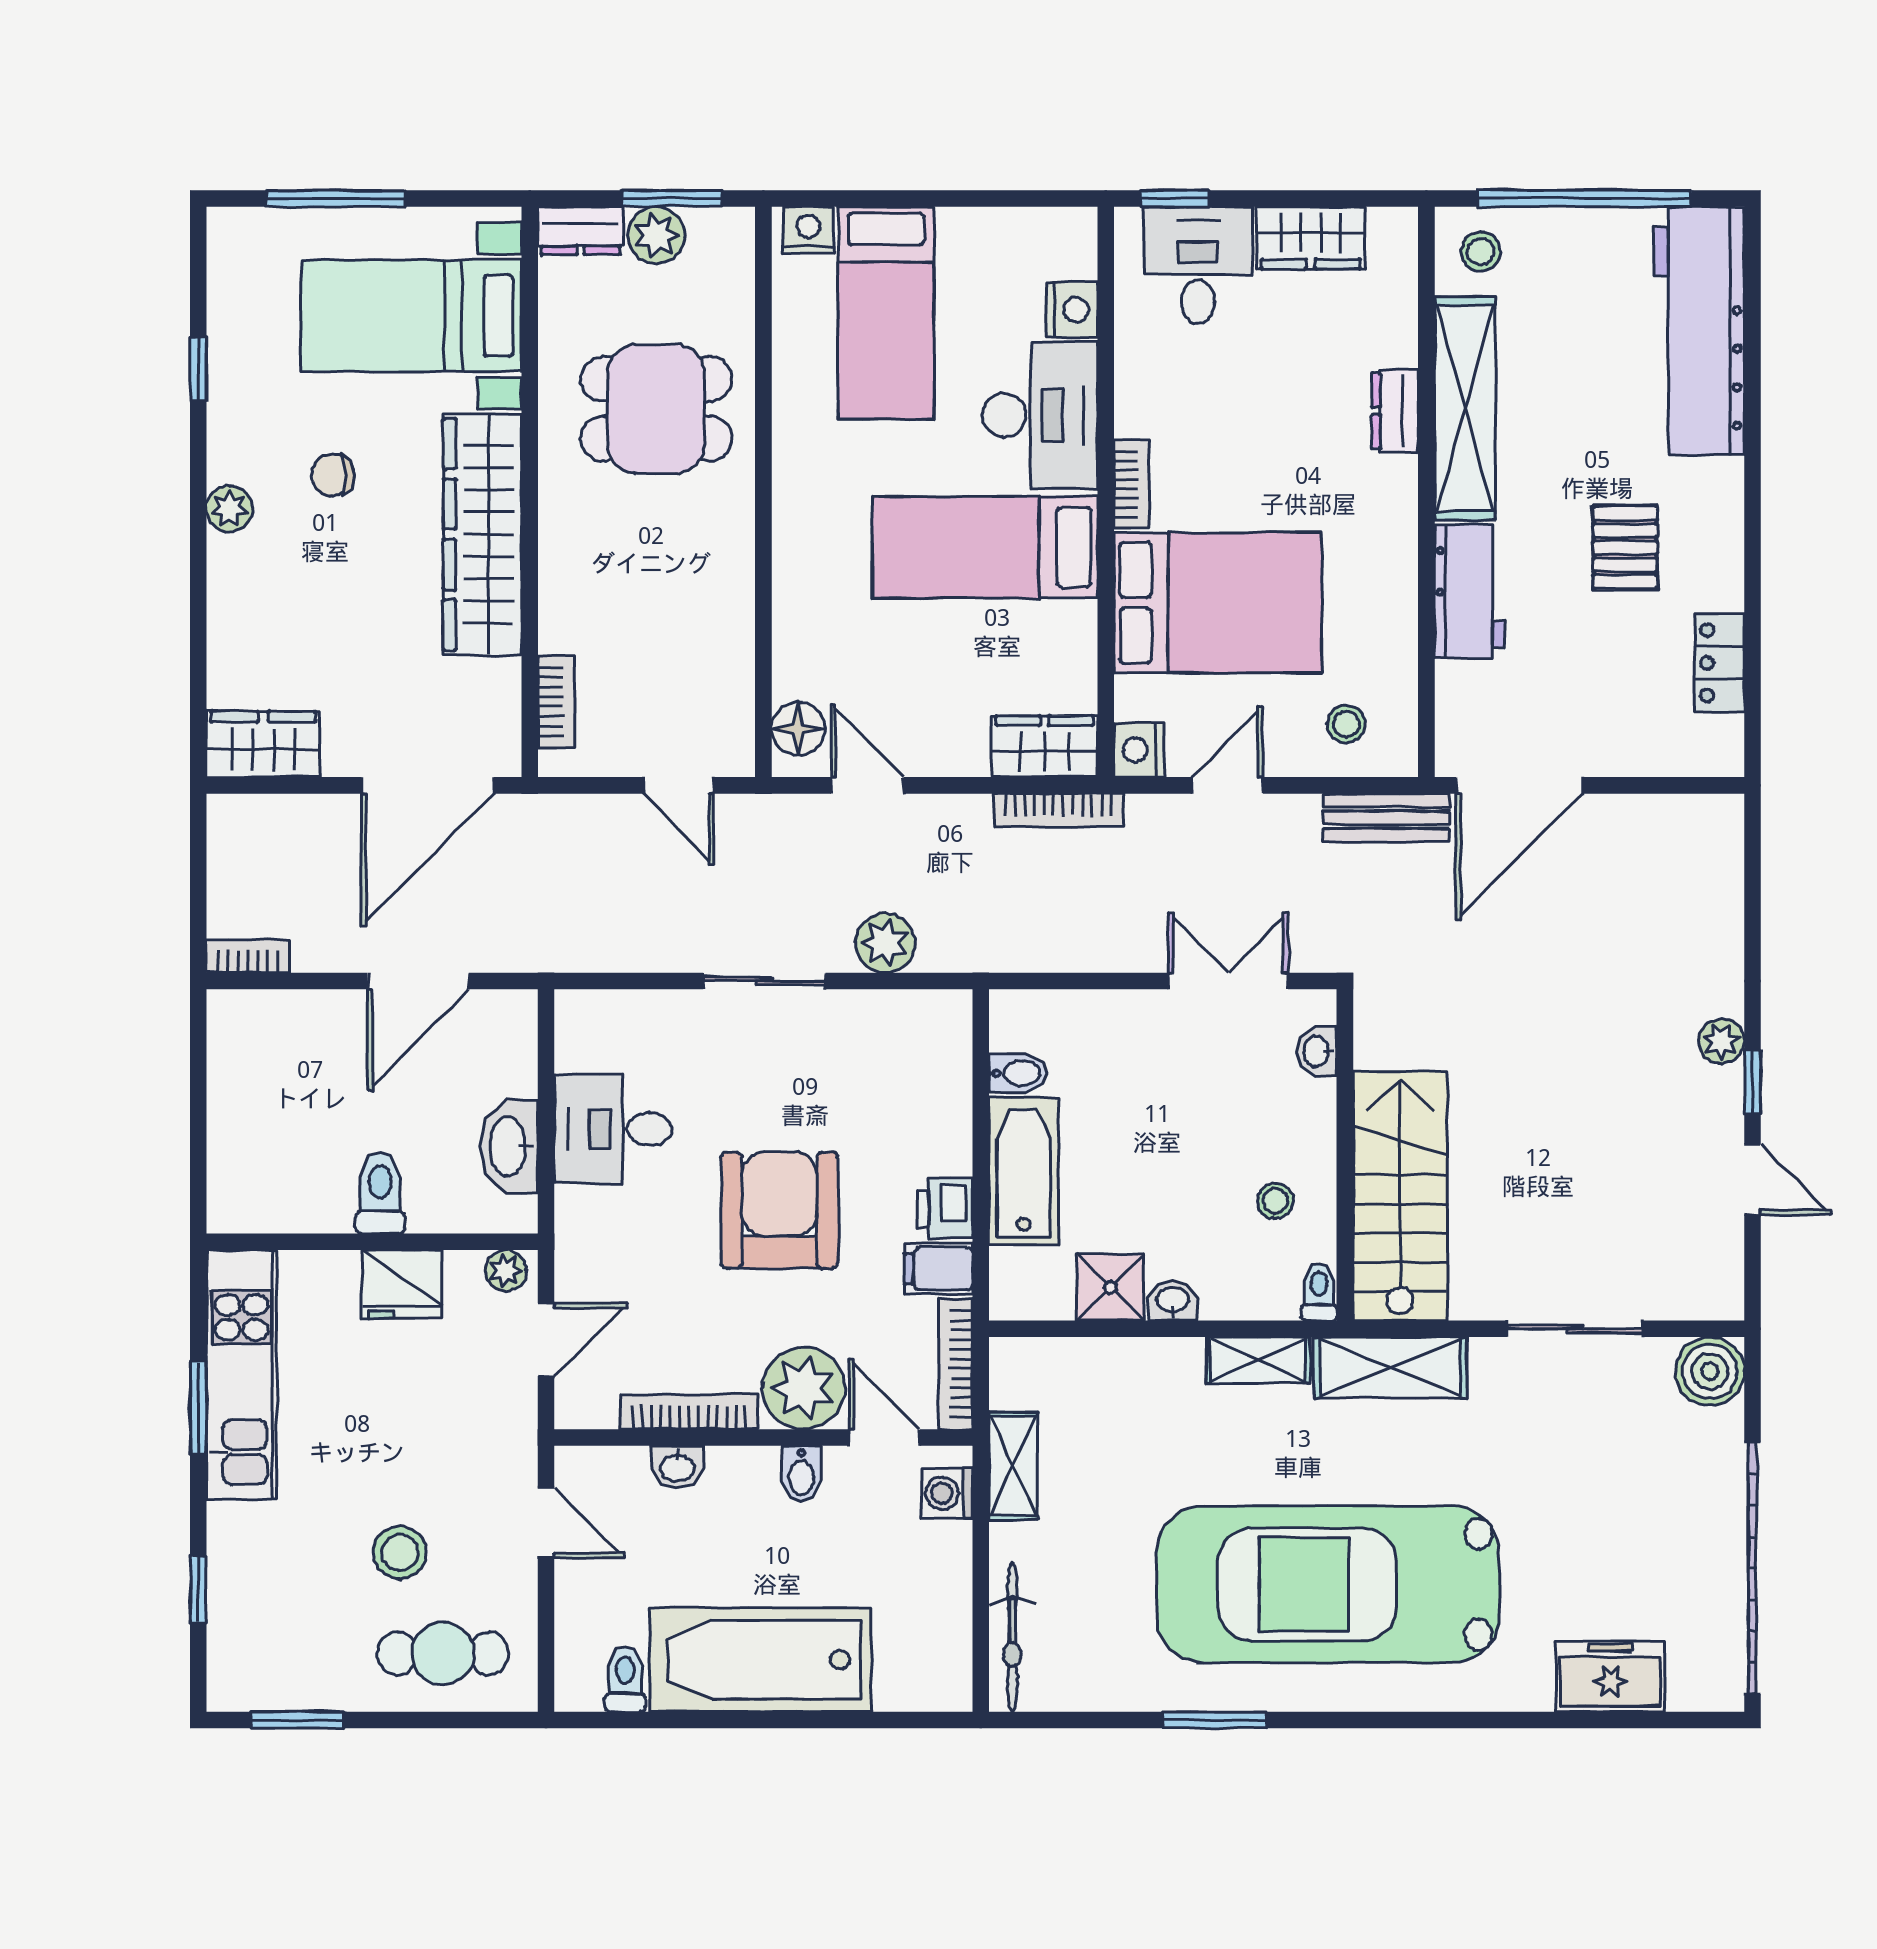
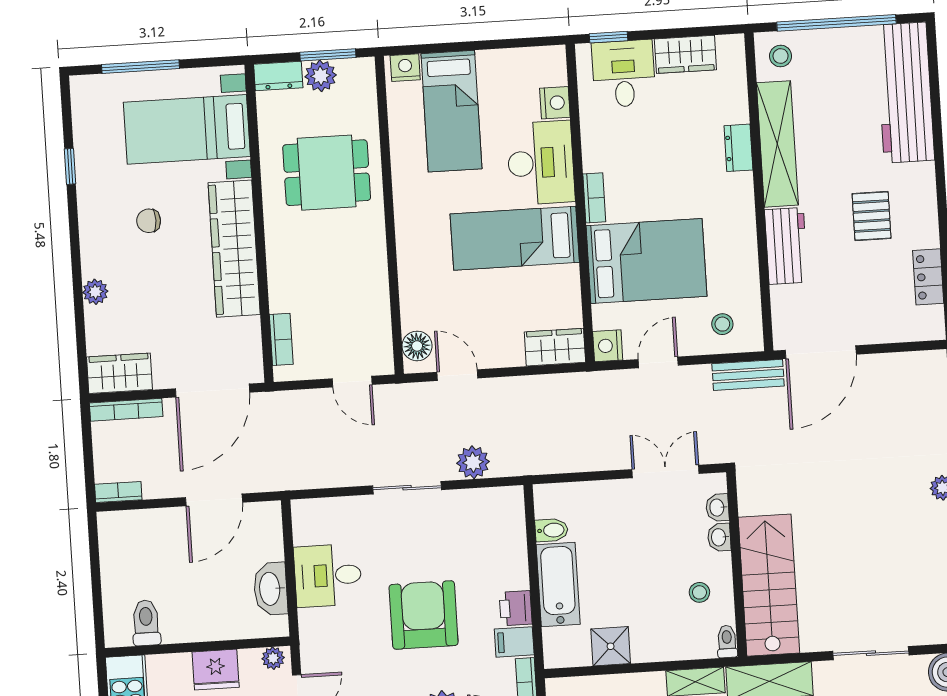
plant: (229, 509) -> (95, 292), moved
bookcase: (1058, 810) -> (126, 410), moved
toilet: (380, 1193) -> (146, 623), moved
washbasin: (1173, 1301) -> (719, 537), moved, turned -90

